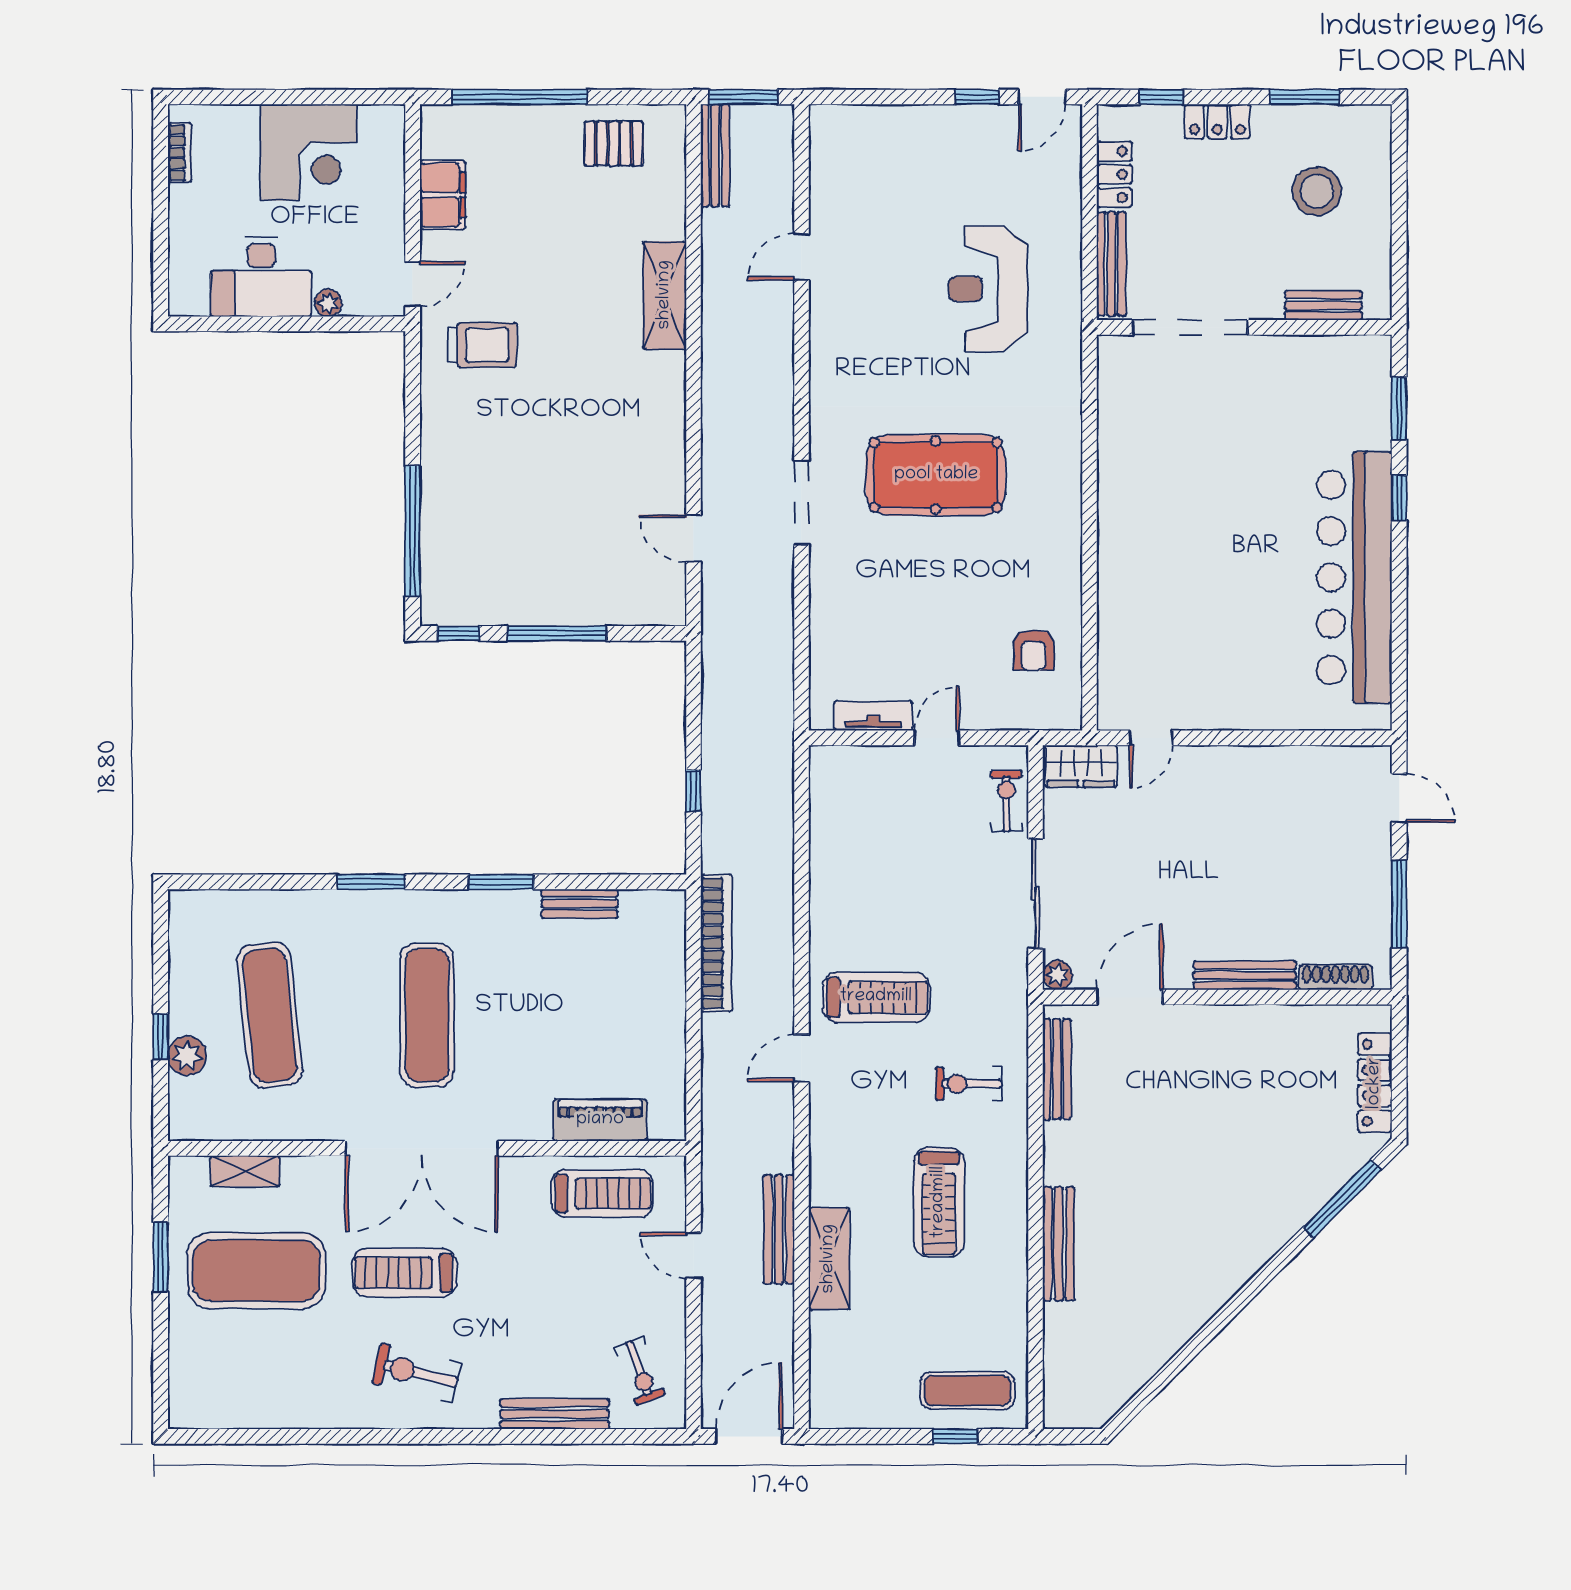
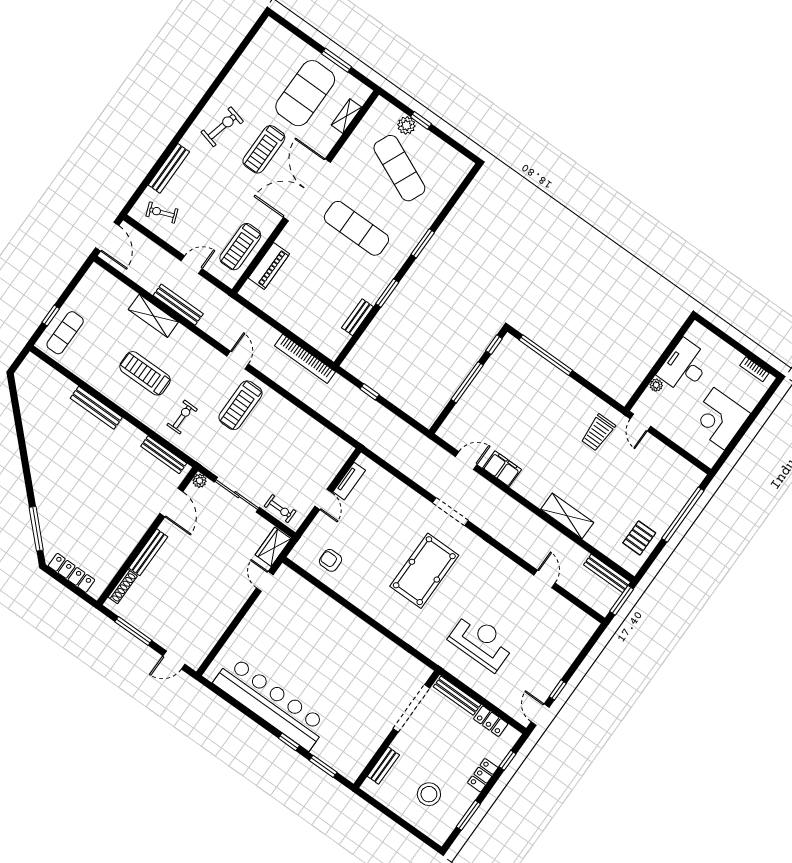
filing cabinet: (443, 195) -> (502, 469), moved, turned 180
exercise mat: (270, 1015) -> (399, 168), turned 30
treadmill: (405, 1273) -> (264, 149), turned 180

